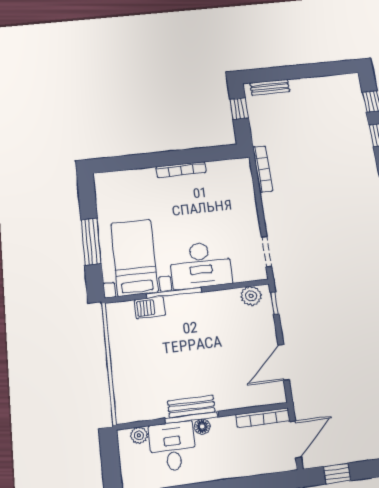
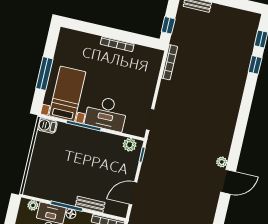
window: (239, 109) -> (168, 25), moved
barbecue: (150, 308) -> (47, 126), moved
bench: (191, 406) -> (90, 204), moved

